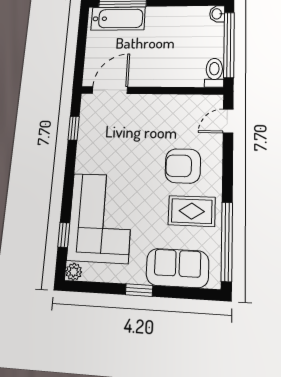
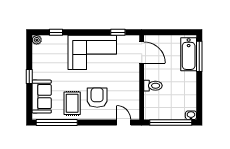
toilet: (214, 73) -> (153, 86), moved
corner sofa: (100, 218) -> (92, 52), moved

